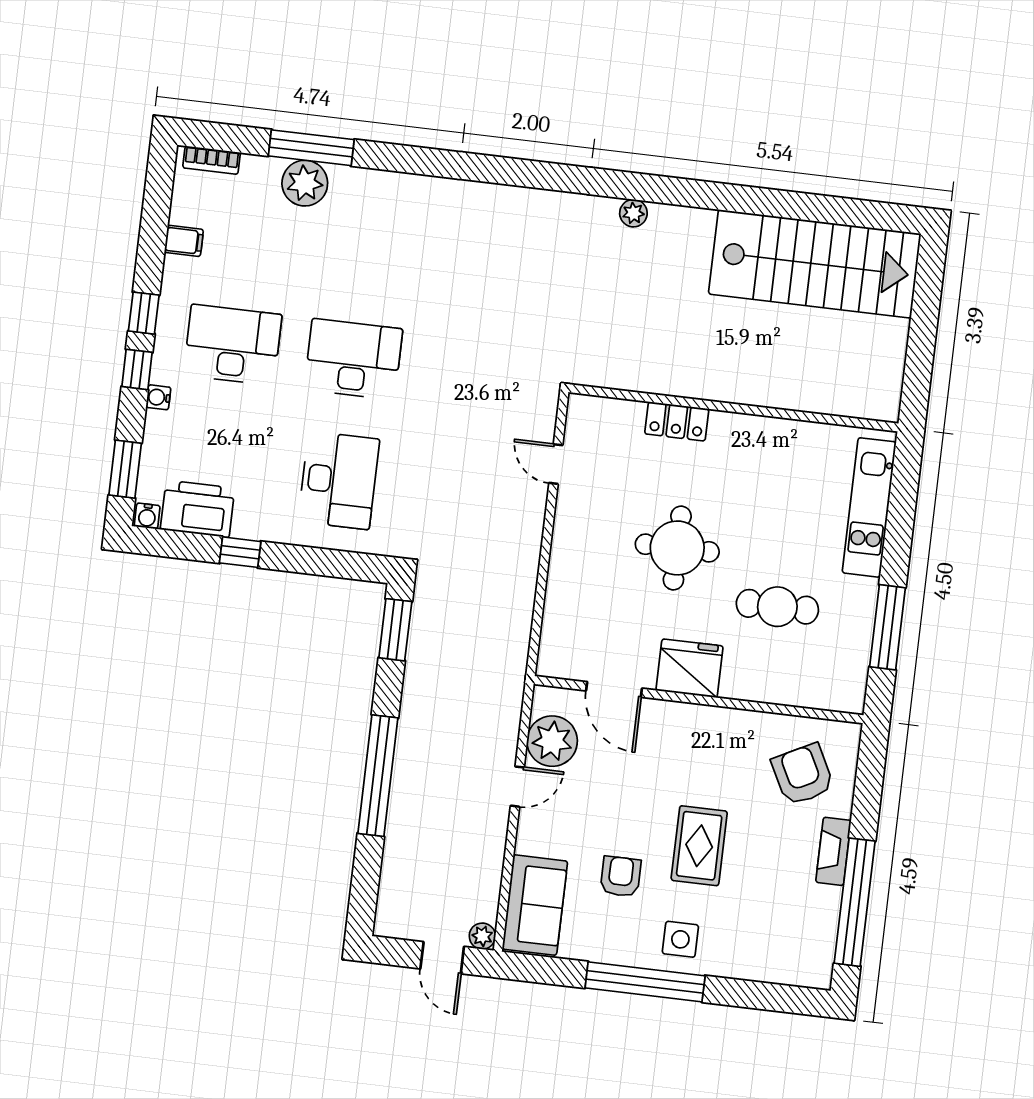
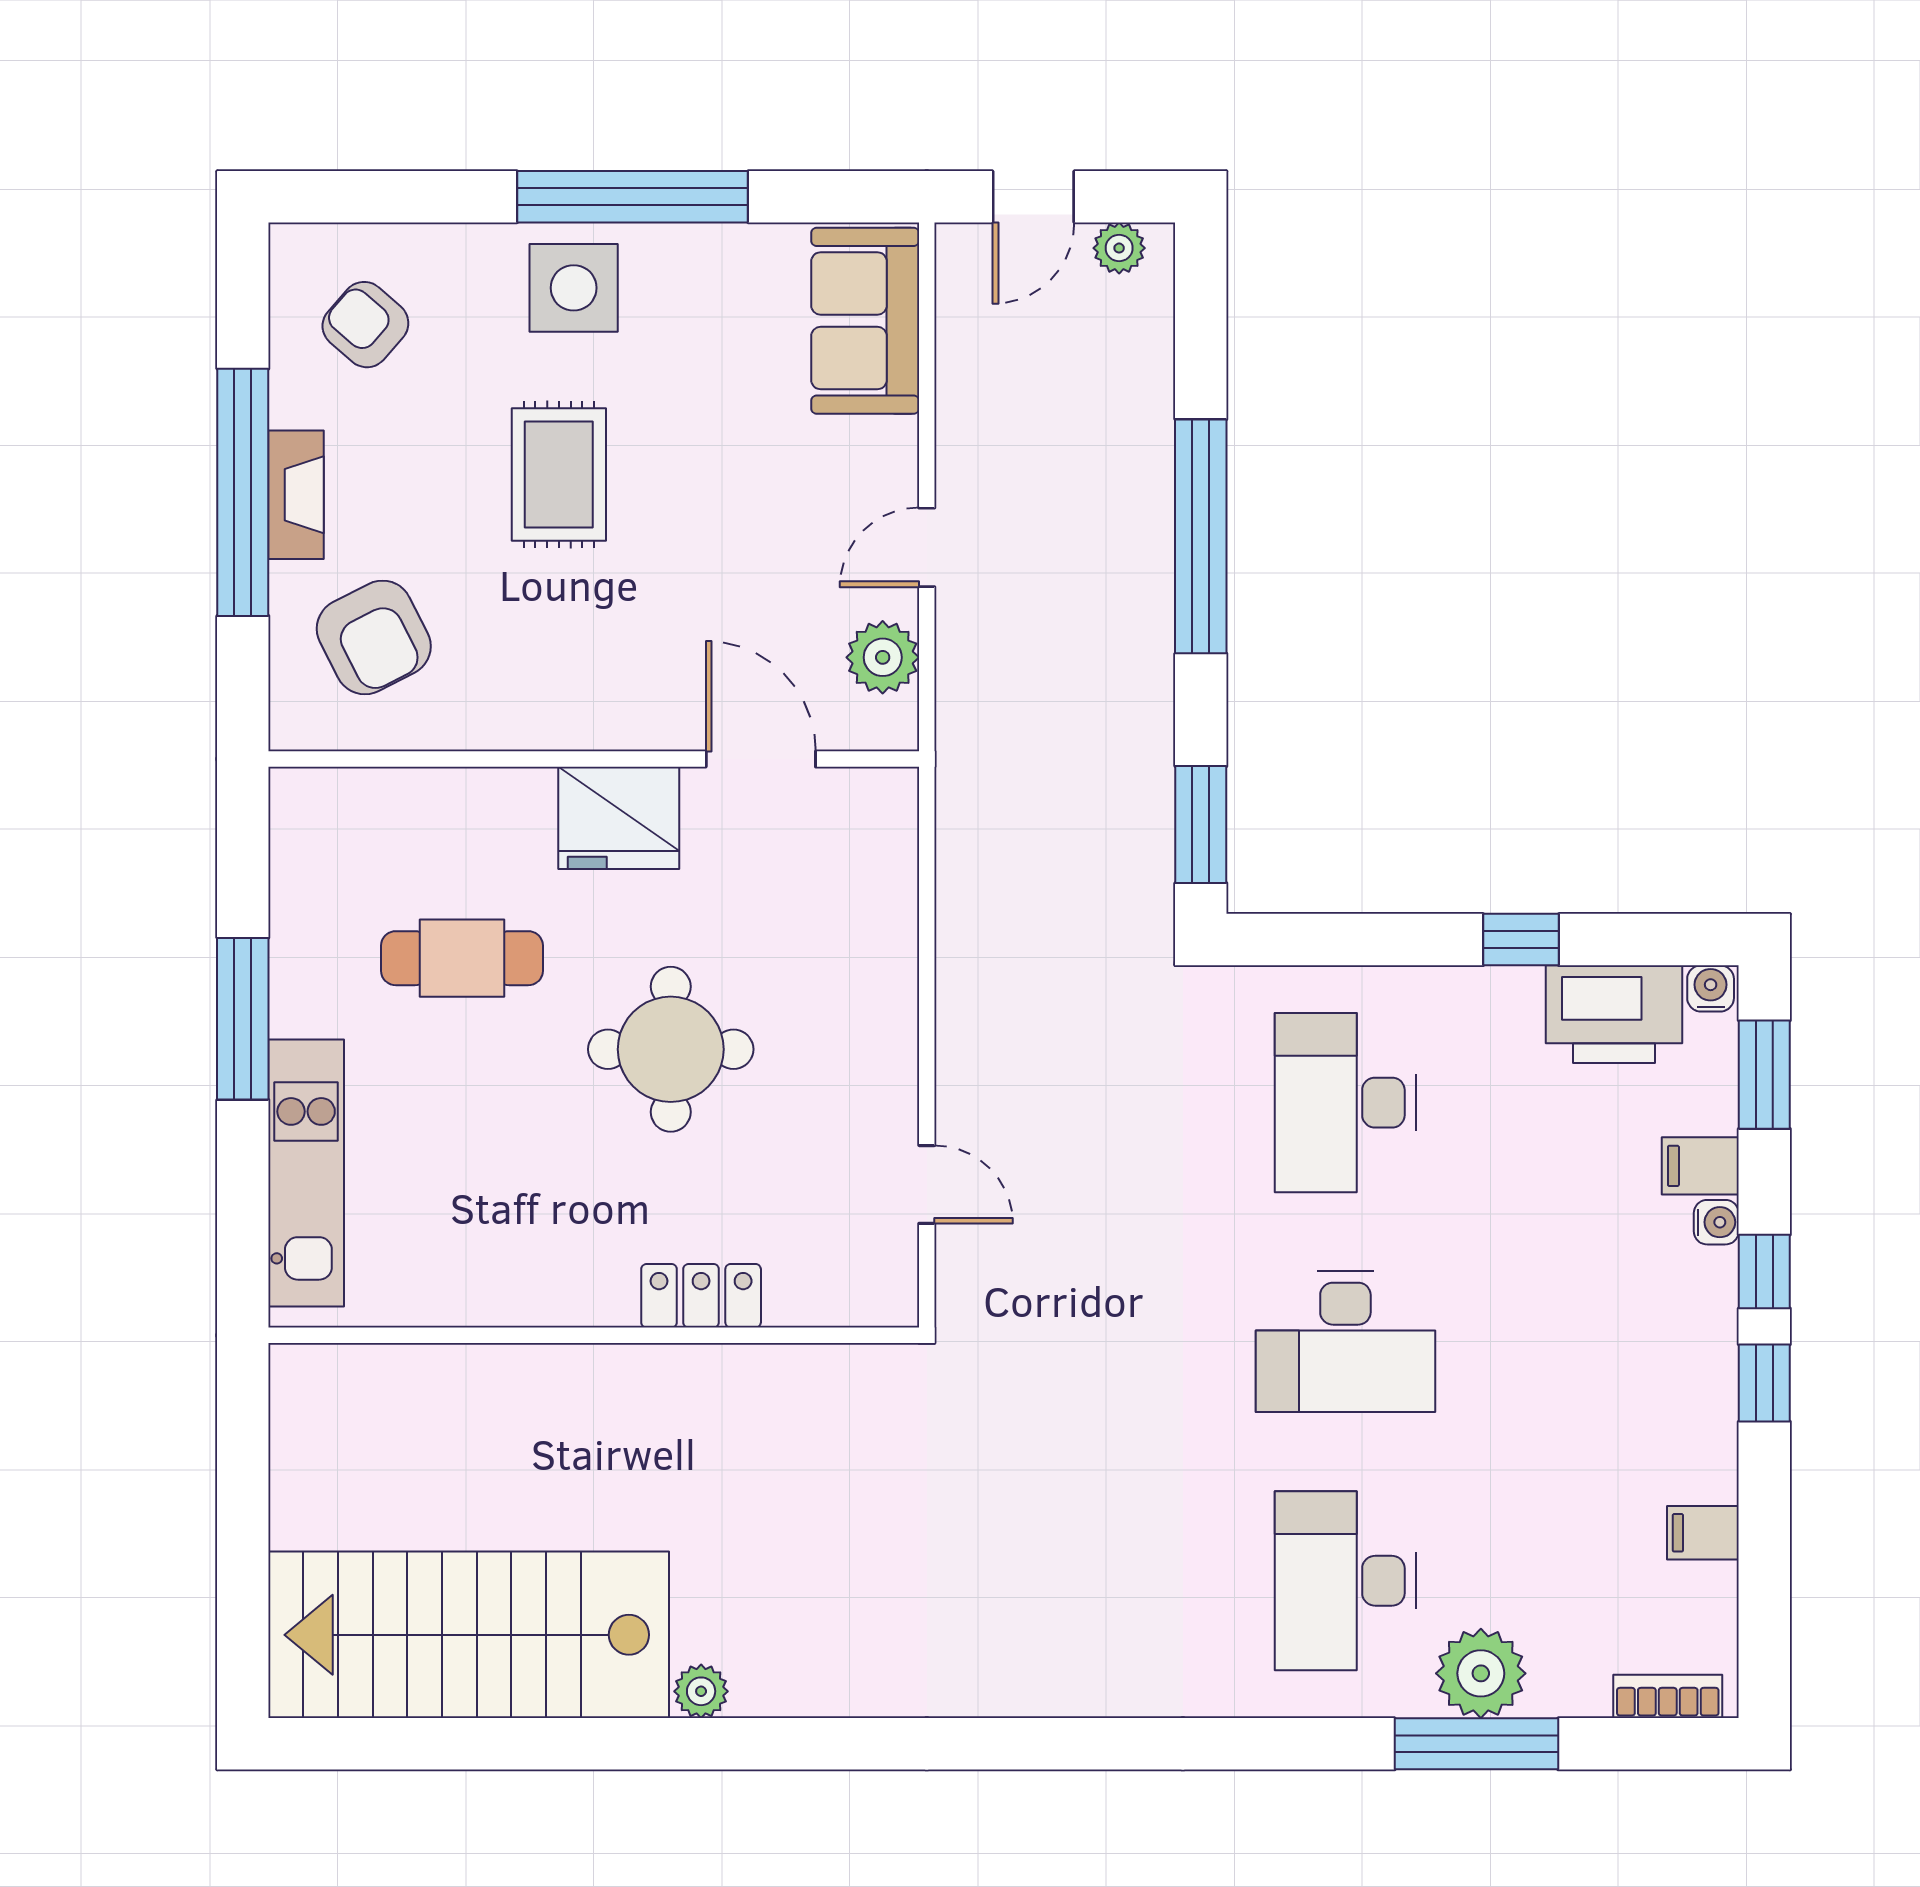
plant: (633, 213) -> (701, 1691), moved
desk: (233, 345) -> (1345, 1581), moved, turned 90
filing cabinet: (163, 427) -> (1700, 1166), added
window: (887, 627) -> (243, 1019), moved
plant: (552, 741) -> (883, 657), width x0.73, depth x0.73
armchair: (621, 877) -> (365, 325), moved, turned 131
window: (855, 902) -> (243, 492), moved
plant: (482, 936) -> (1119, 248), moved
side table: (680, 939) -> (574, 288), width x1.37, depth x1.37
door: (442, 958) -> (1033, 197), swing flipped

